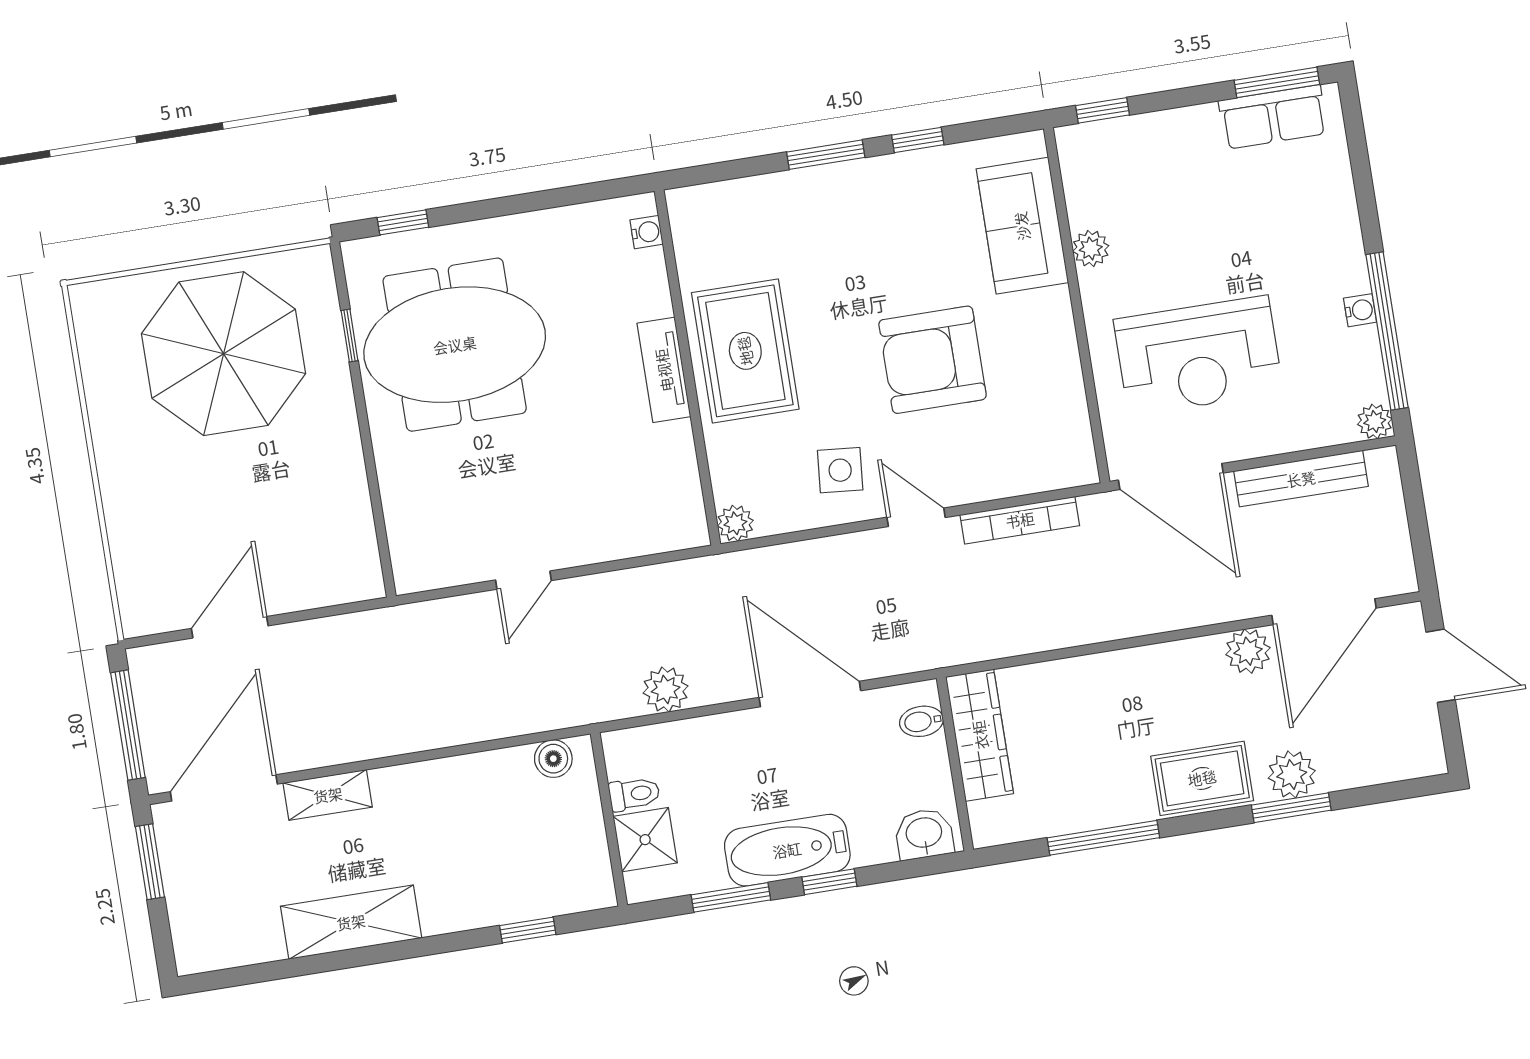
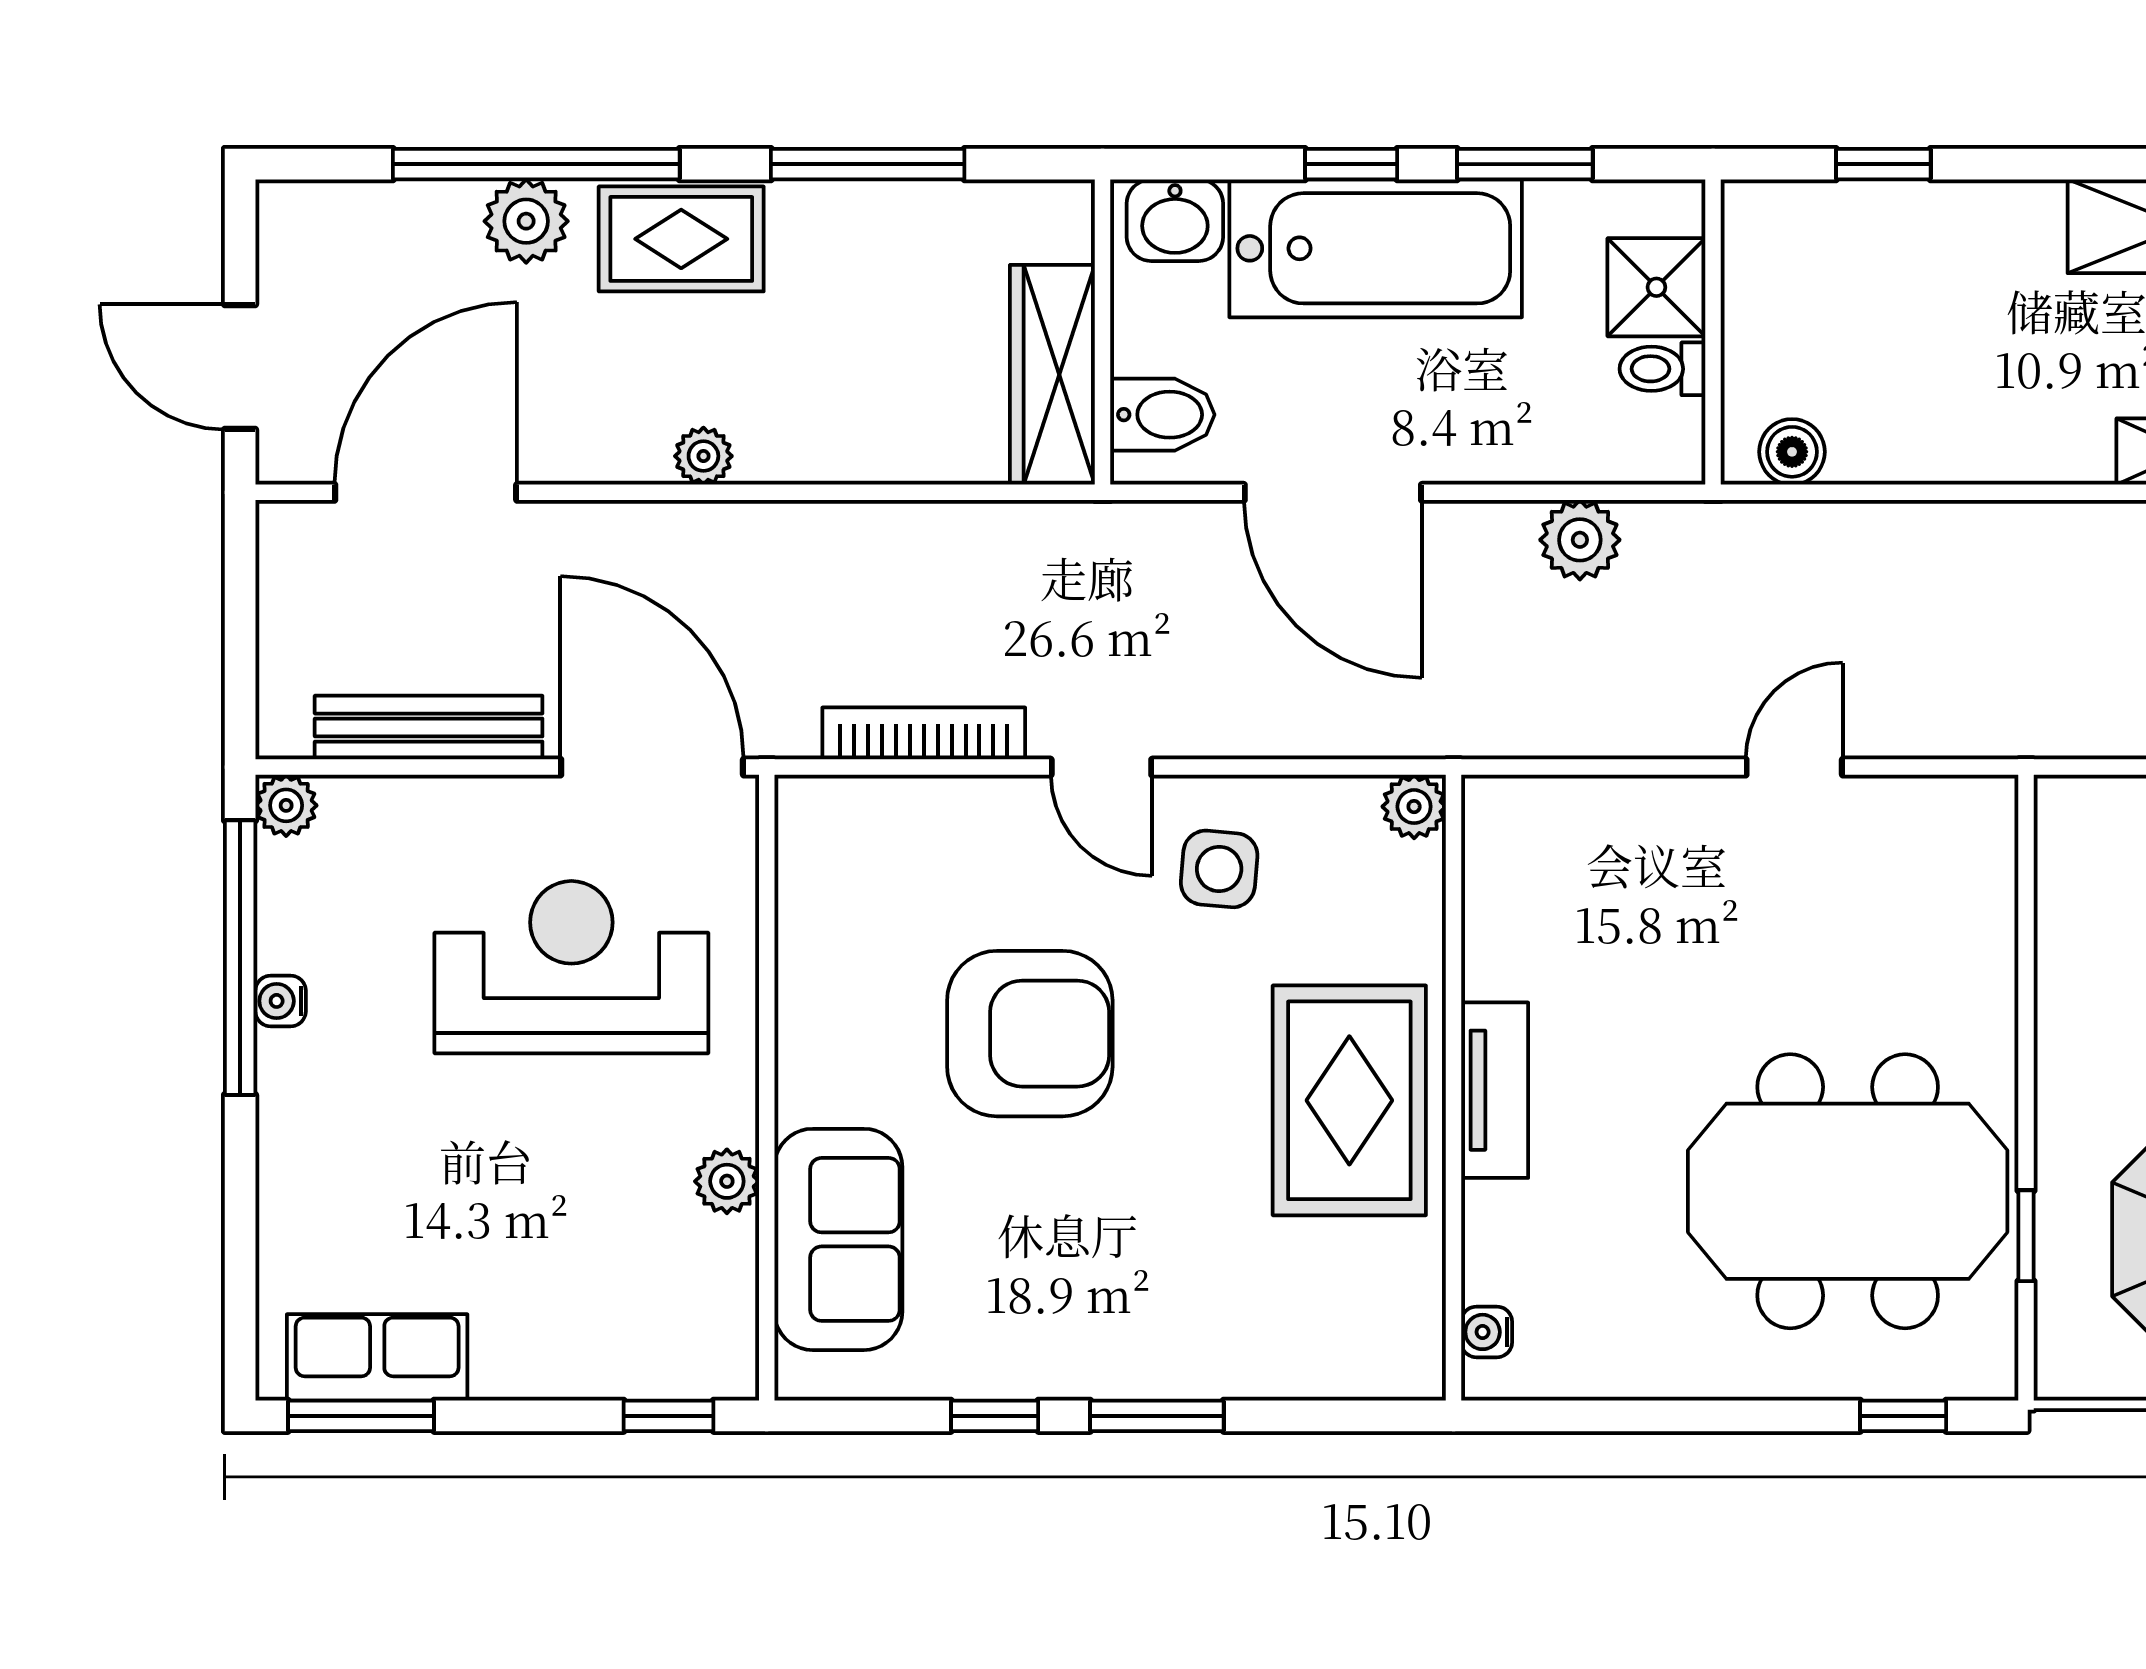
plant: (1248, 651) -> (703, 456), moved, width x0.73, depth x0.73
bidet: (921, 721) -> (1162, 415), width x1.38, depth x1.36
window: (1291, 808) -> (536, 164), width x2.11
bathtub: (787, 850) -> (1376, 248), width x1.36, depth x1.36

